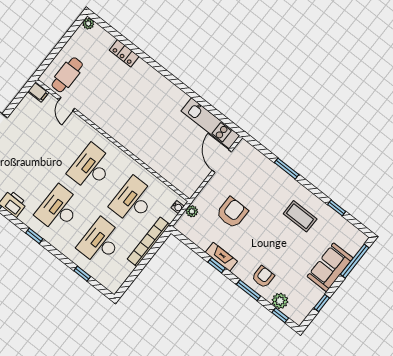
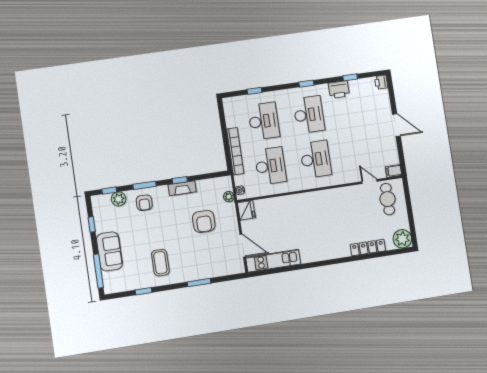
plant: (88, 24) -> (402, 239), width x1.87, depth x1.87
locker: (124, 53) -> (368, 248), width x1.53
fridge: (189, 186) -> (246, 210), added
coffee table: (300, 216) -> (160, 263), turned 90

